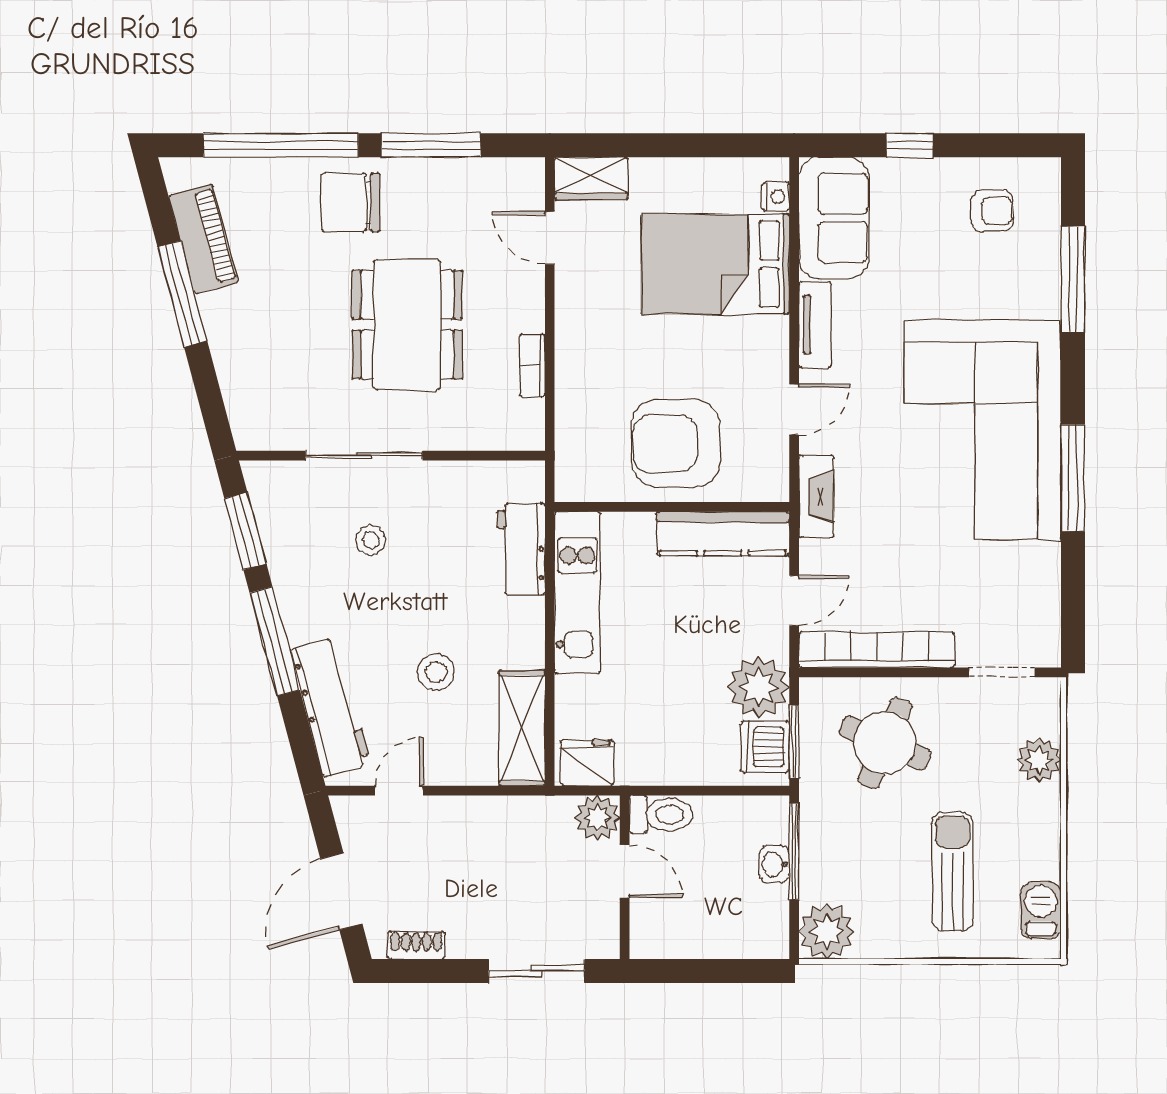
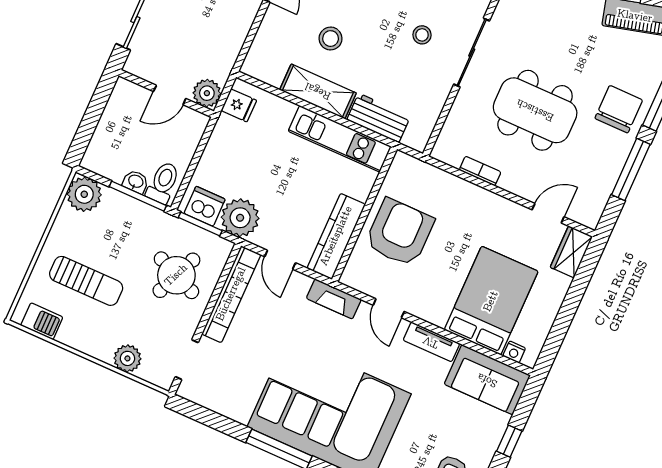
shelving: (522, 728) -> (318, 91), moved
fridge: (587, 763) -> (239, 105), width x0.72
toilet: (661, 814) -> (163, 183), moved, turned 180

